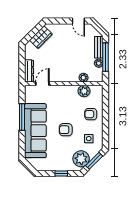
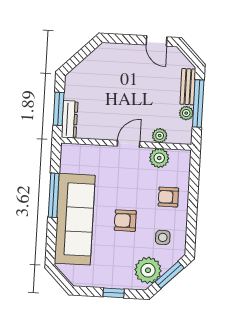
wardrobe: (41, 37) -> (93, 64), removed
window: (22, 65) -> (59, 109), added
door: (42, 84) -> (129, 144), moved

